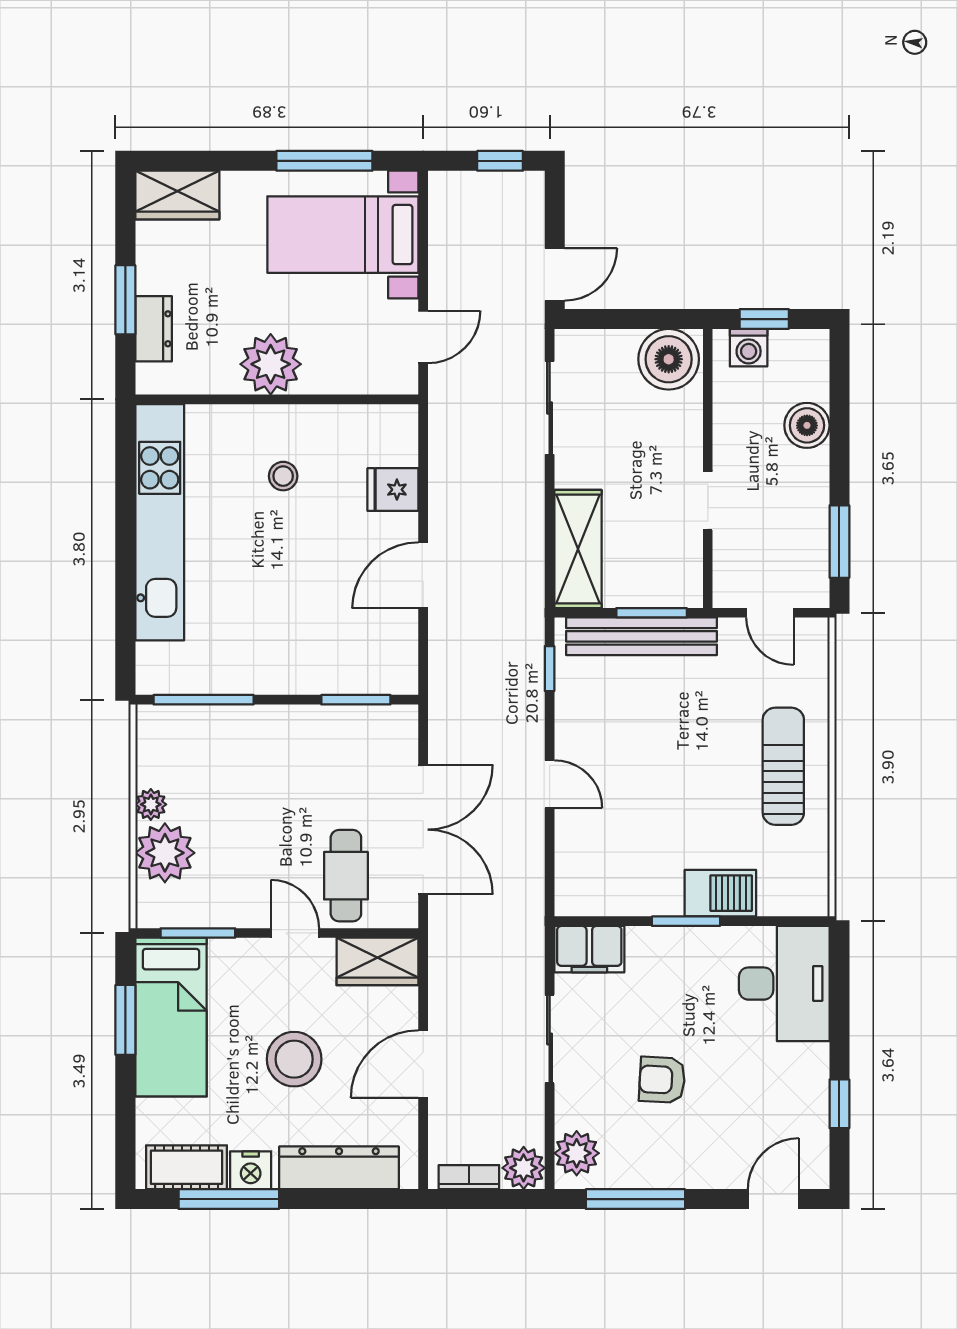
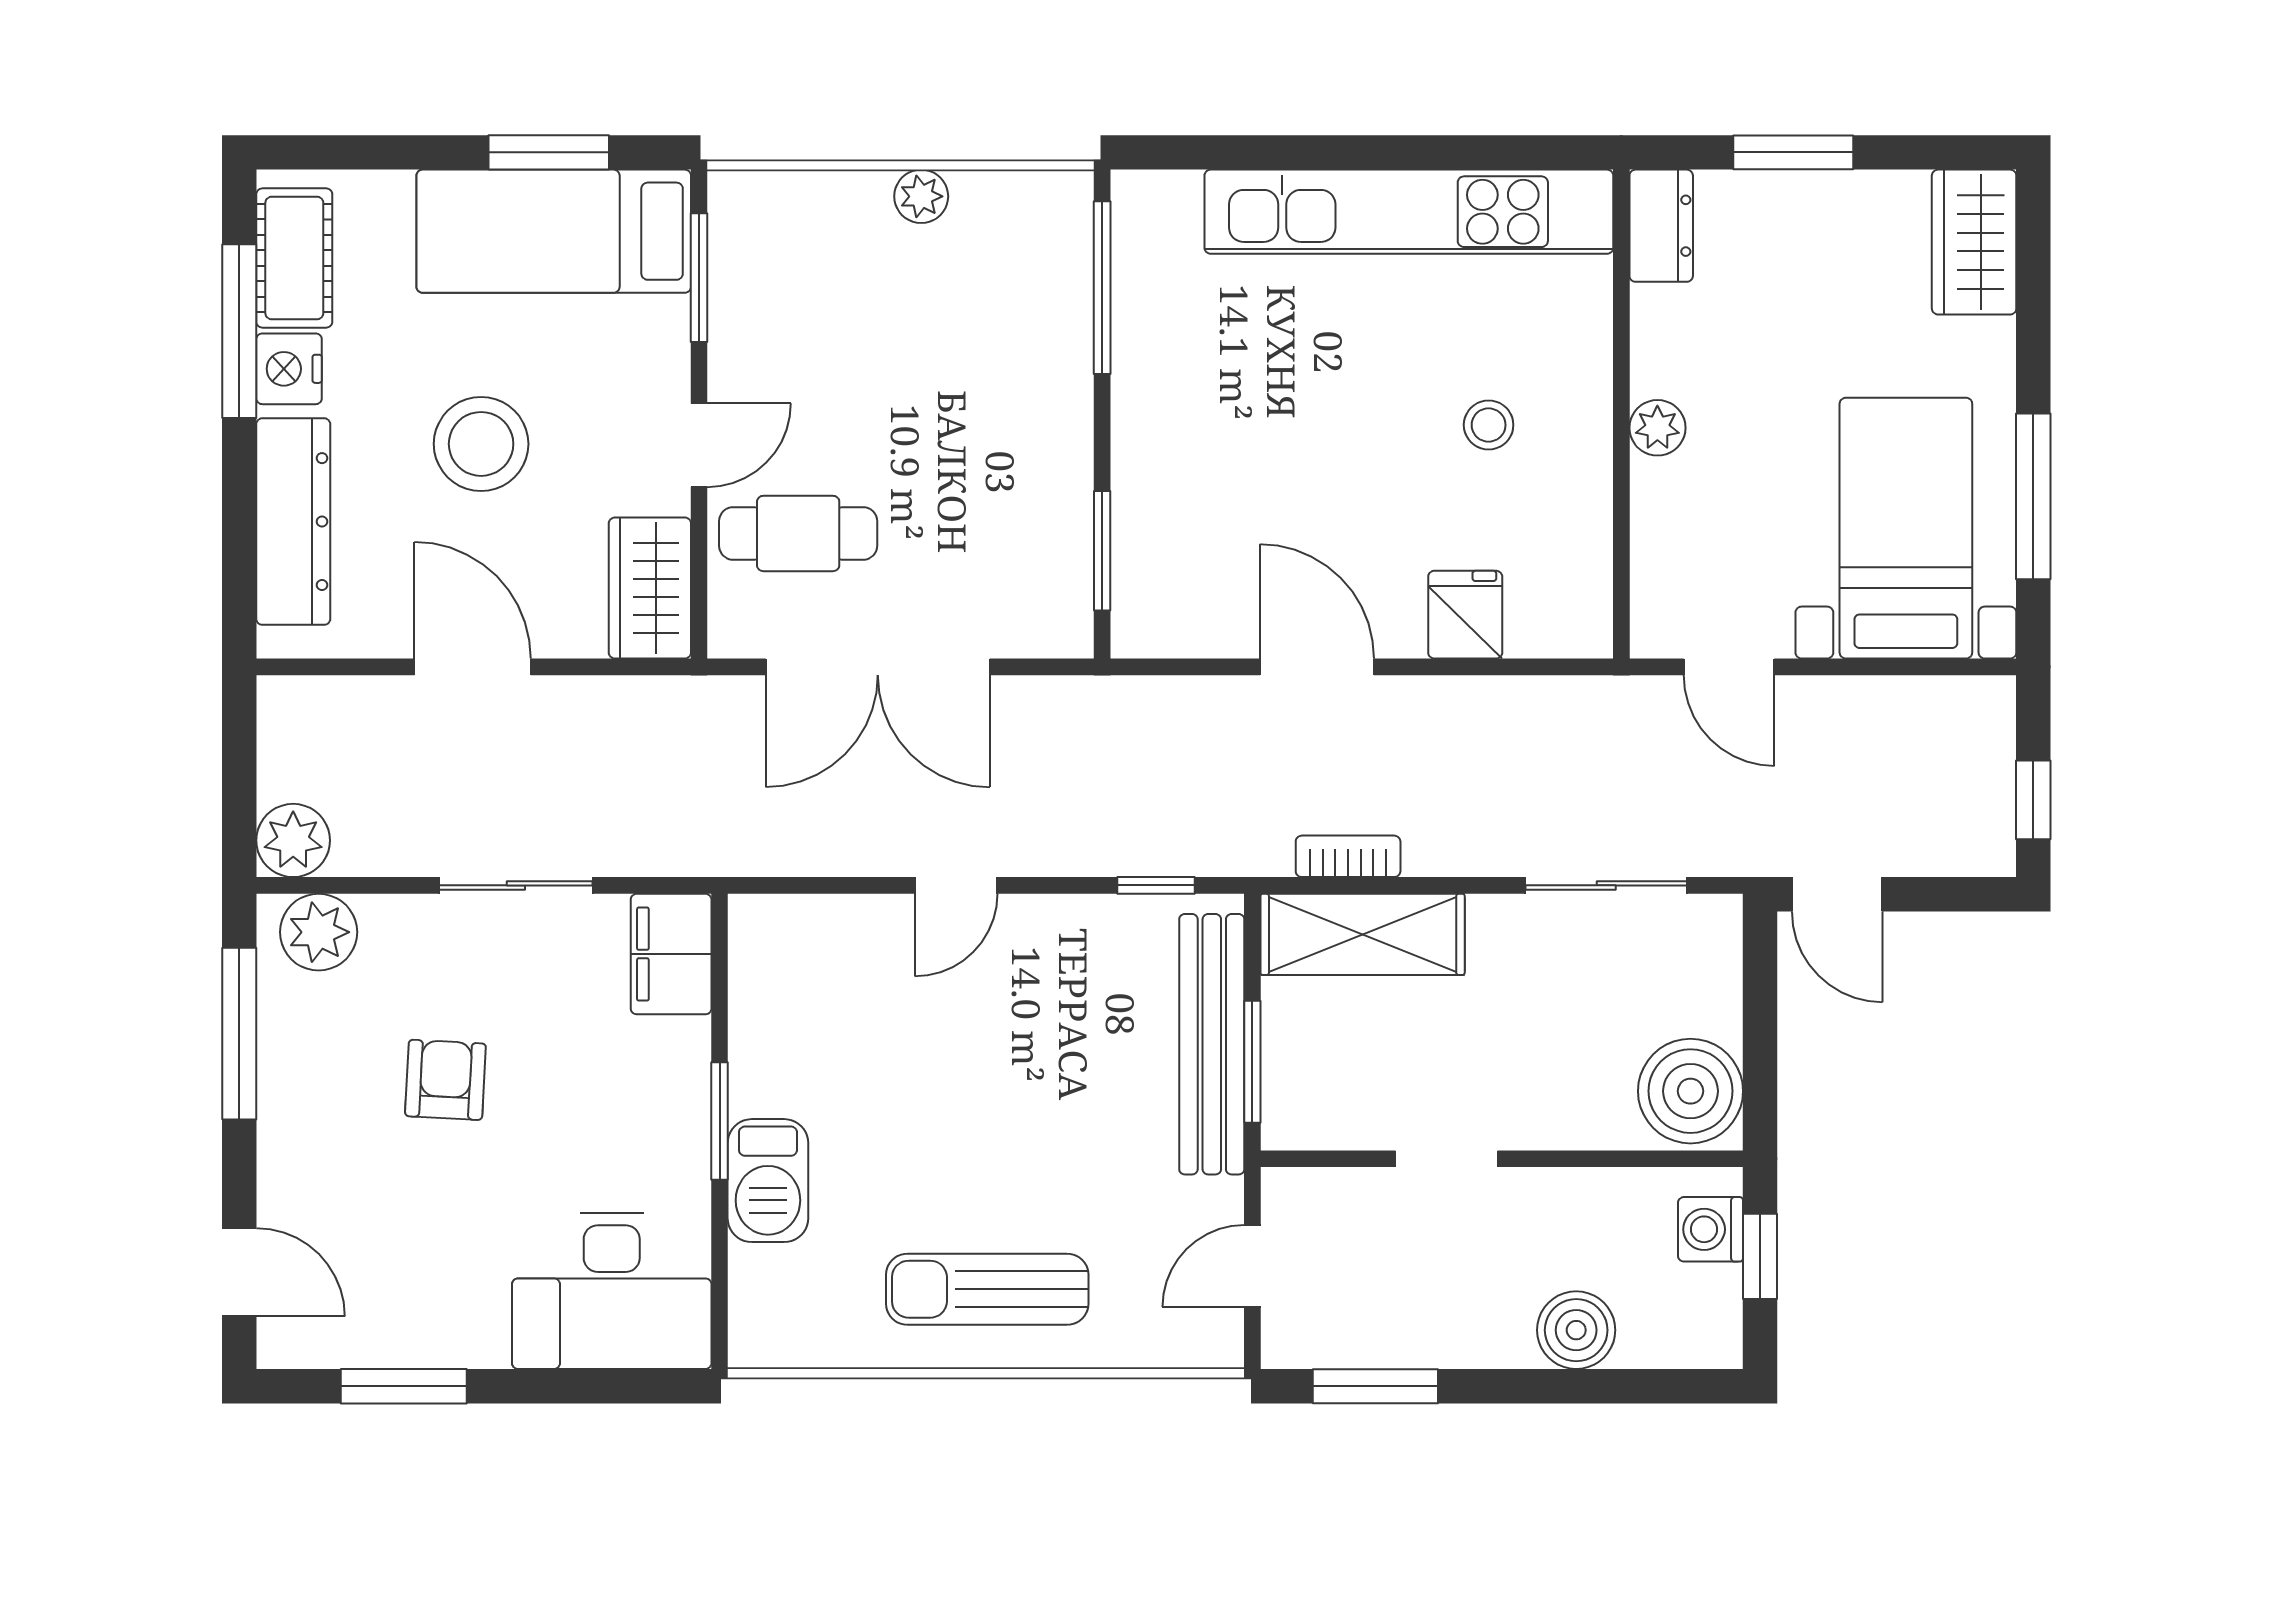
dresser: (154, 329) -> (1661, 226), moved, turned -90
plant: (271, 364) -> (1657, 428), width x0.53, depth x0.53
sun lounger: (783, 766) -> (987, 1289), turned 180
plant: (165, 853) -> (838, 221), removed
window: (839, 1104) -> (404, 1386), width x1.50
bookcase: (469, 1177) -> (1348, 856), moved, turned -90

